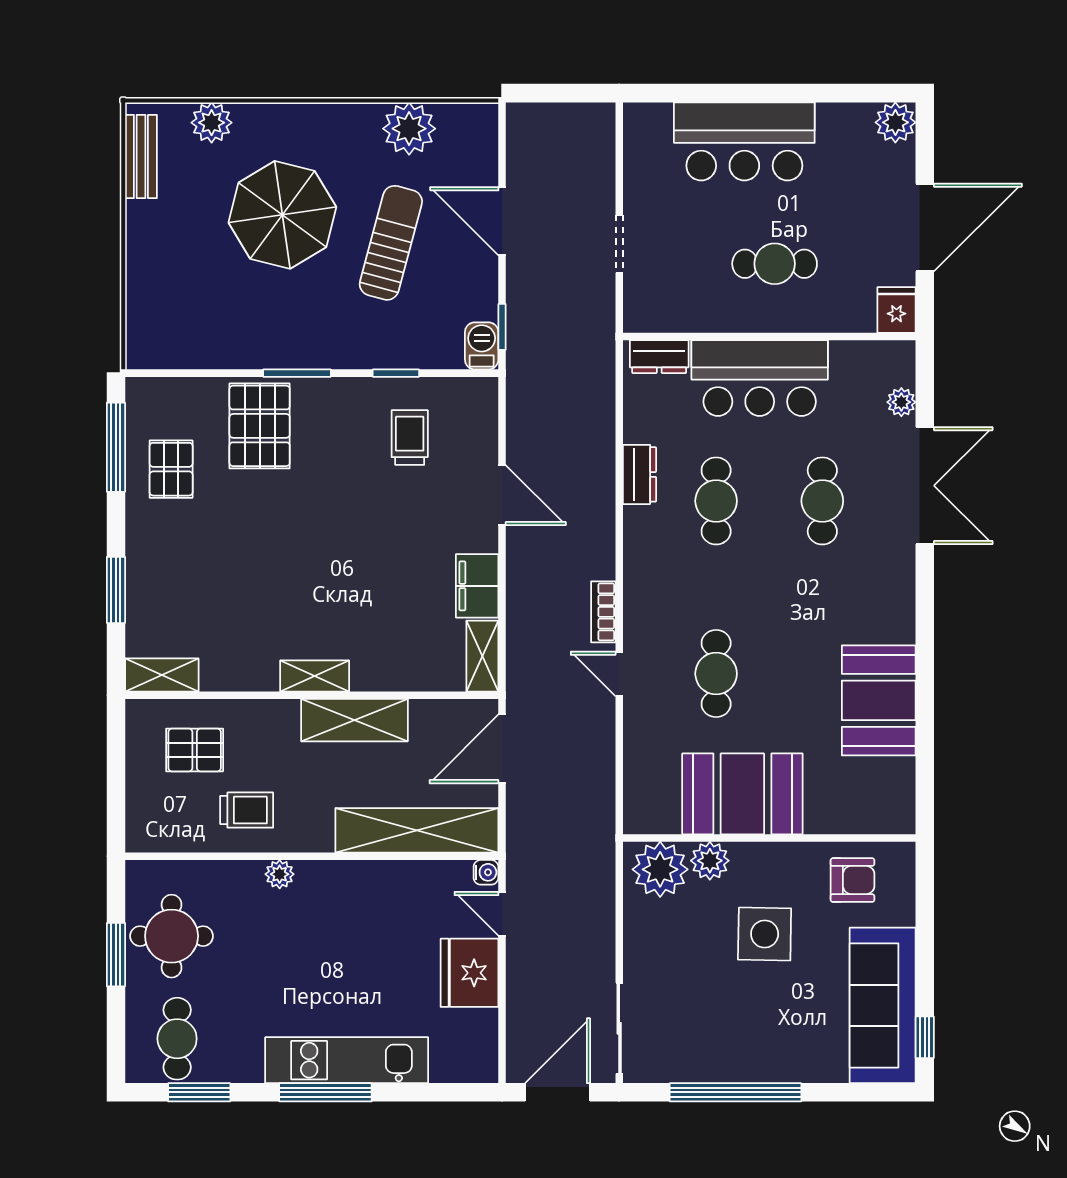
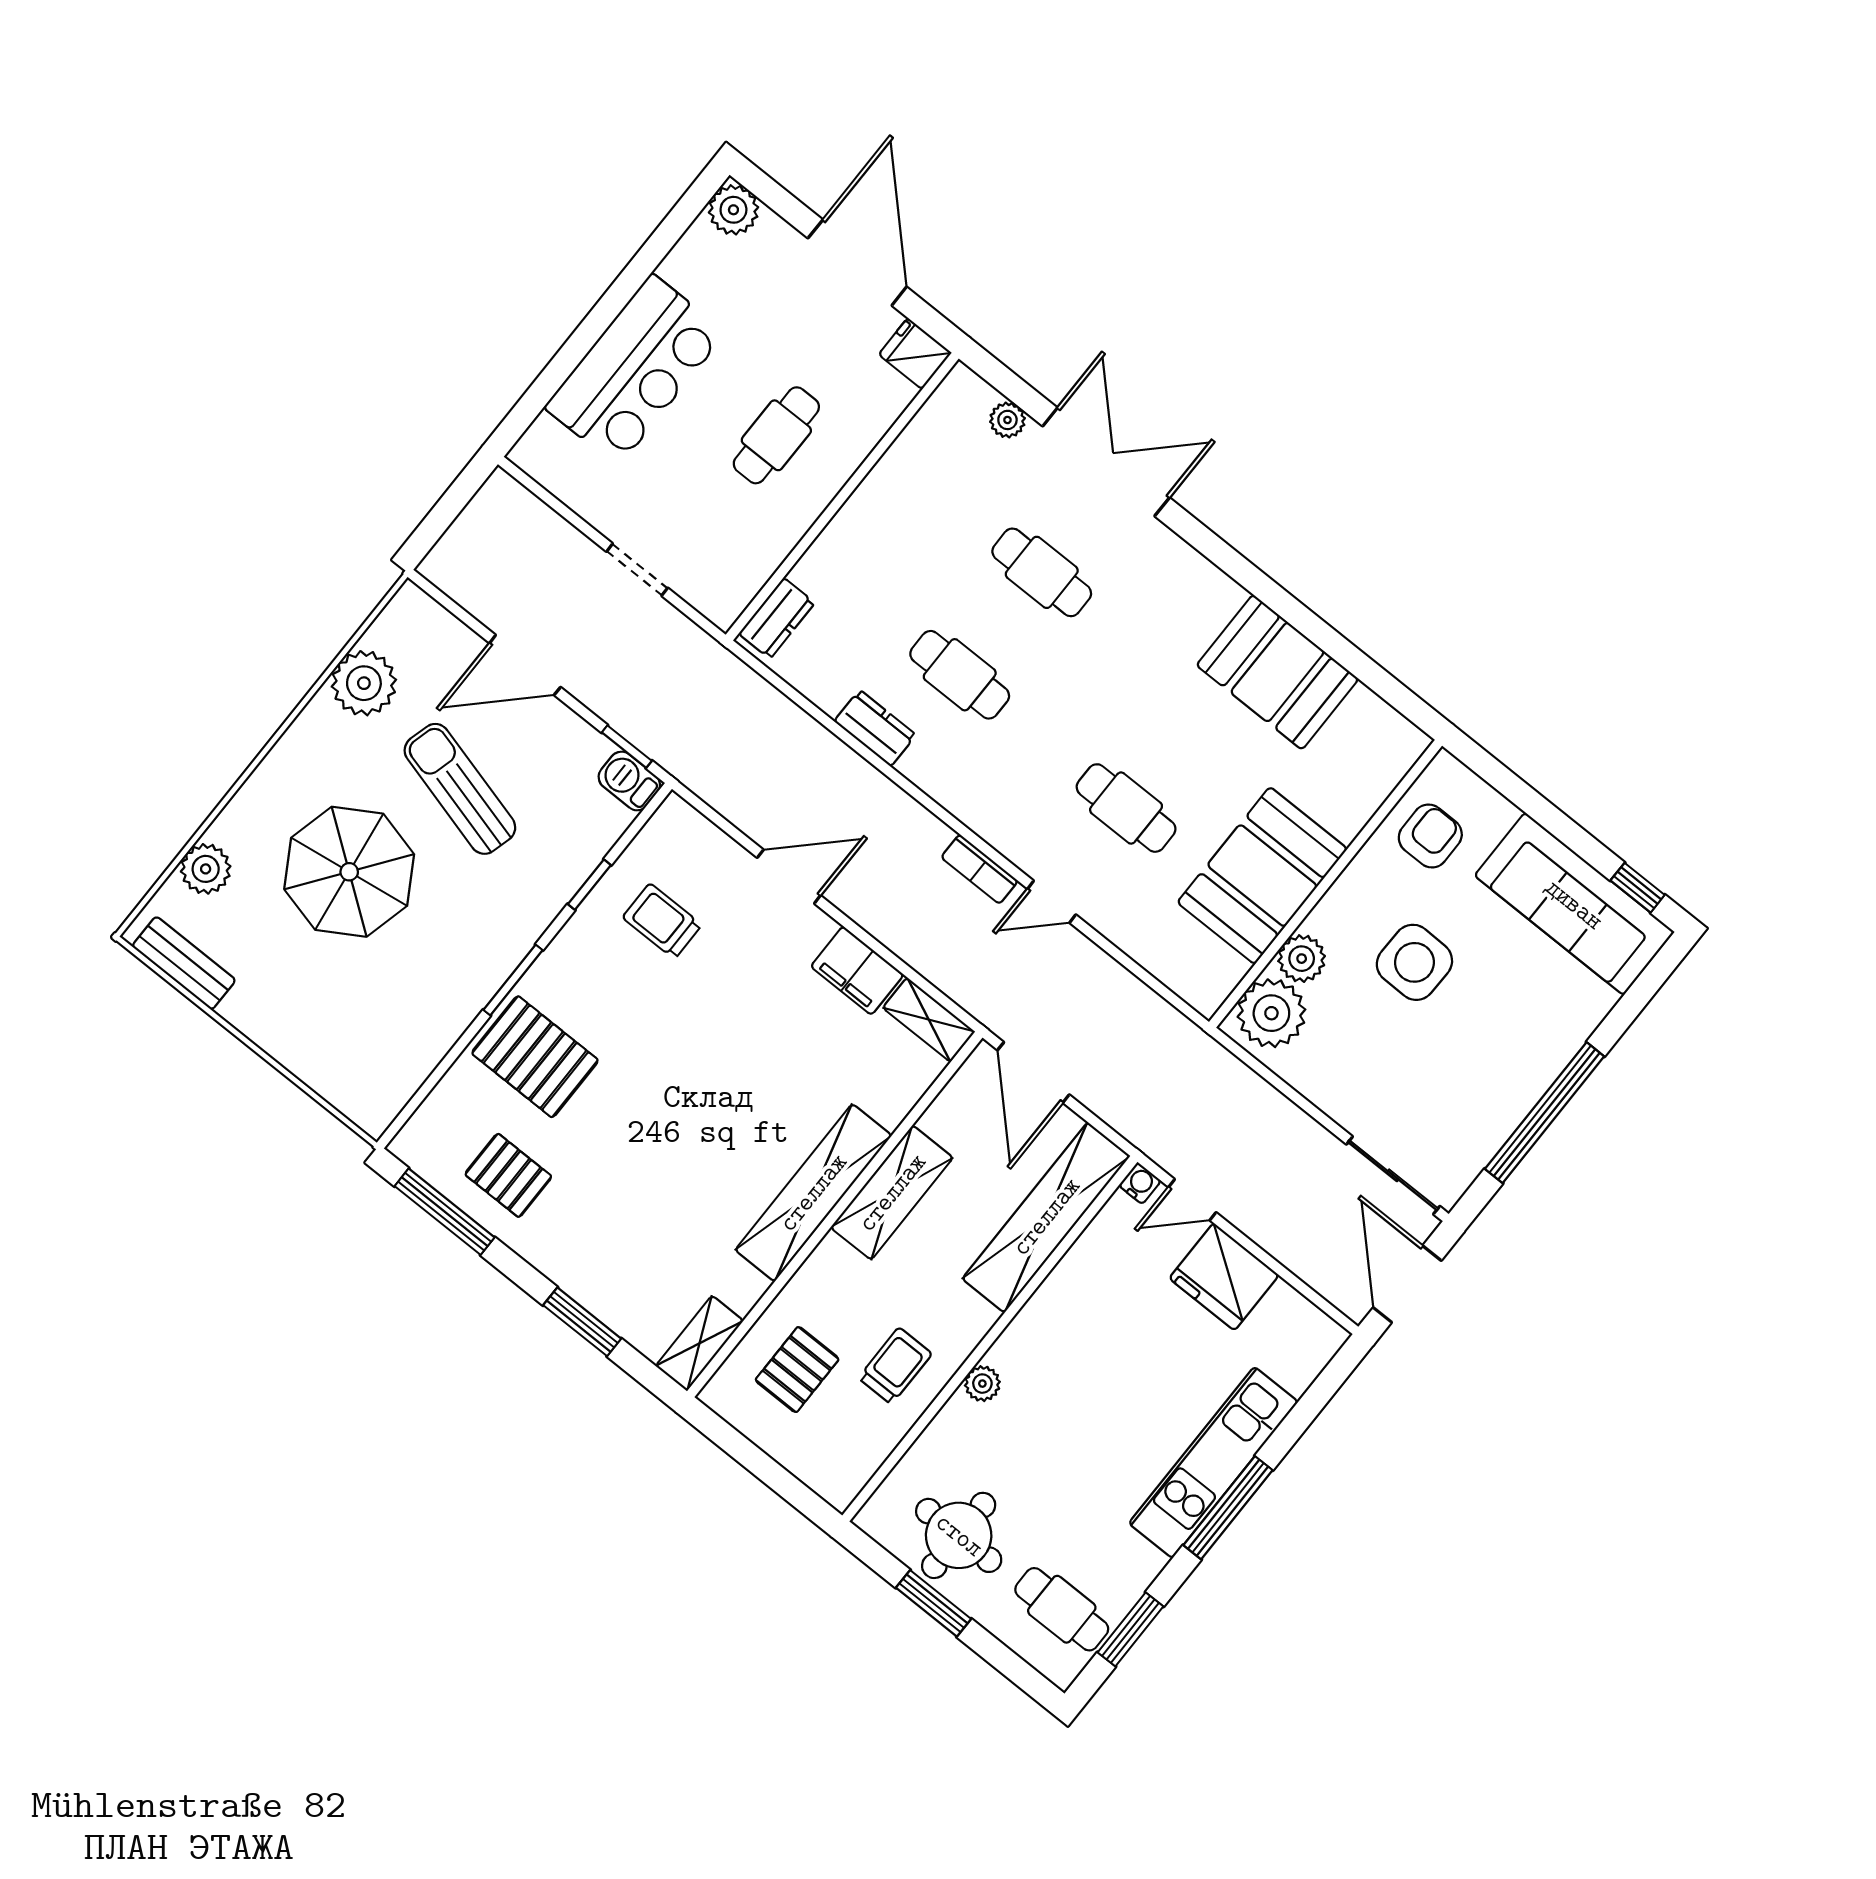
bar counter: (760, 378) -> (875, 538), removed
shelving: (315, 676) -> (813, 1193), width x2.20, depth x1.33

